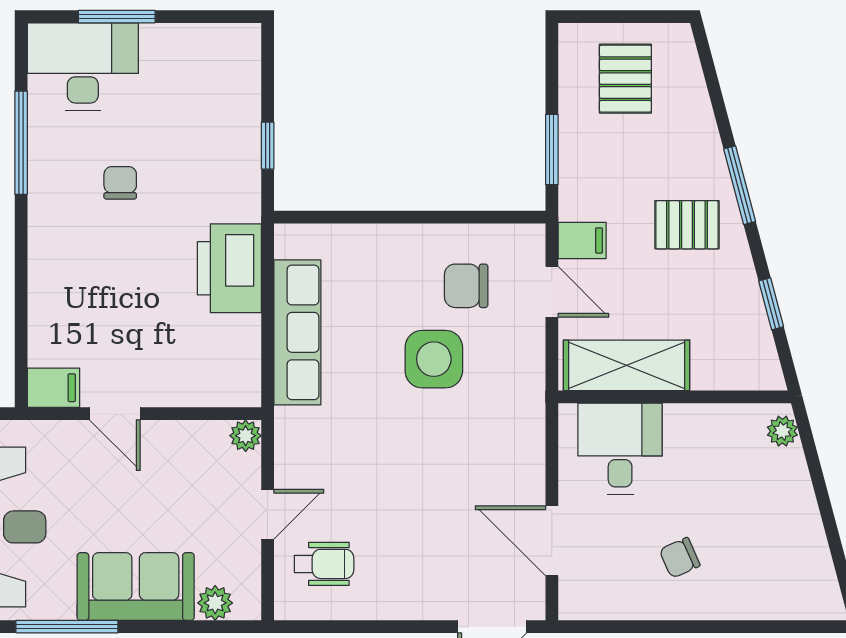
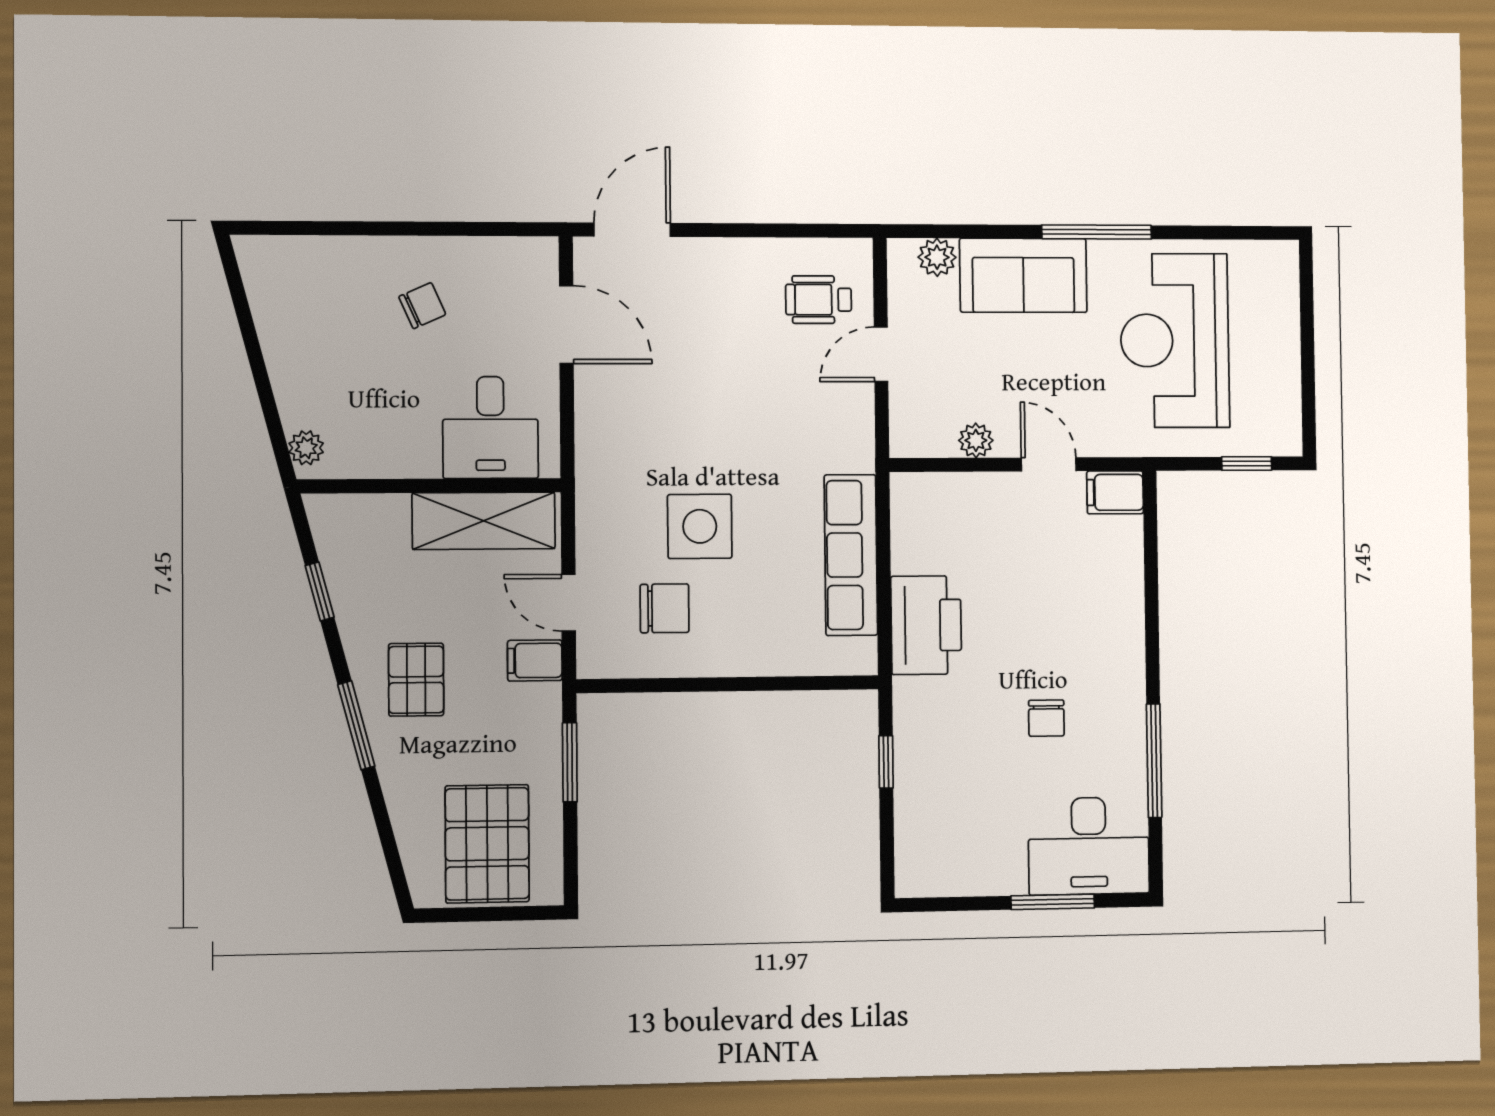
pallet: (625, 79) -> (487, 844), width x1.50, depth x1.42
pallet: (687, 225) -> (416, 680), turned 90
plant: (246, 436) -> (976, 440), moved

